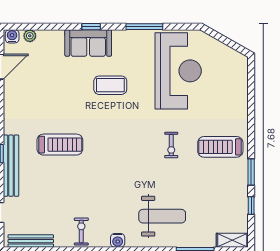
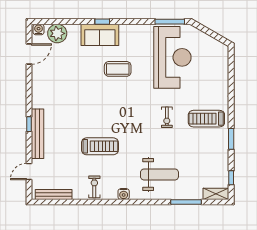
window: (144, 27) -> (170, 22), moved
plant: (30, 36) -> (57, 33), width x1.88, depth x1.88
treadmill: (60, 145) -> (100, 146), moved
window: (251, 205) -> (231, 178), moved

